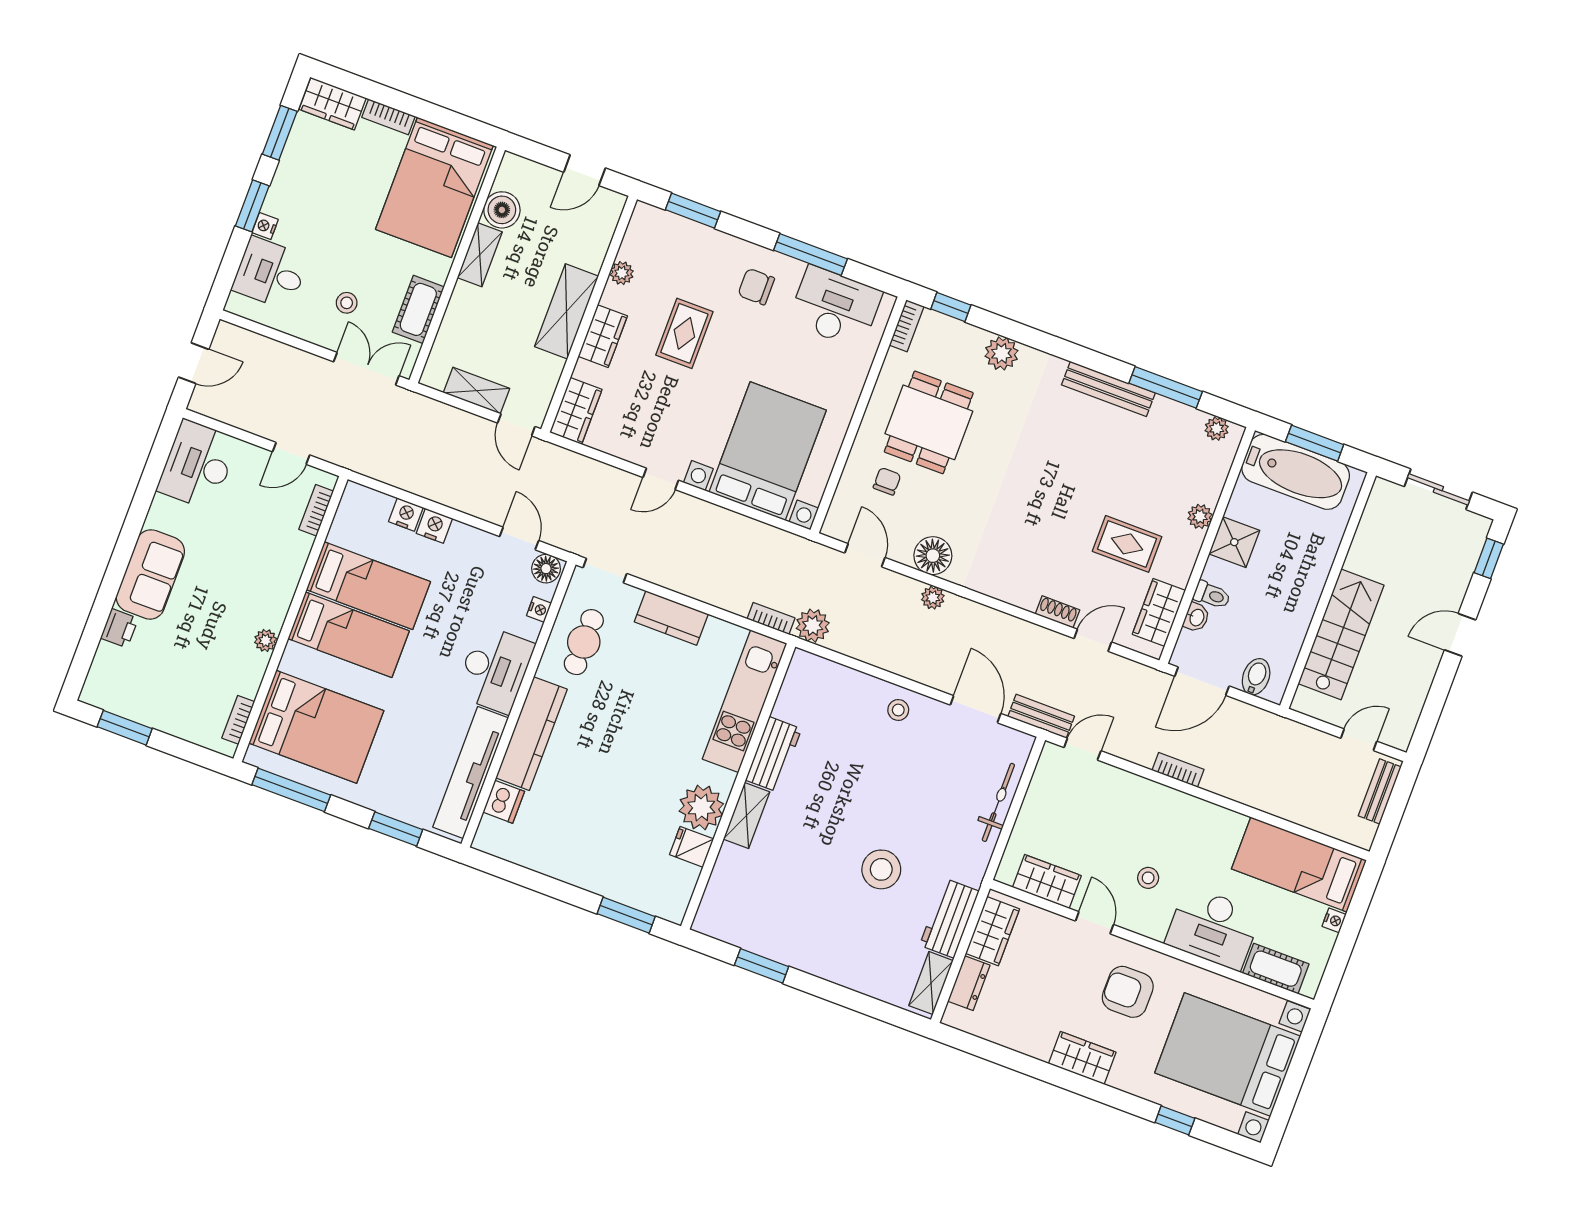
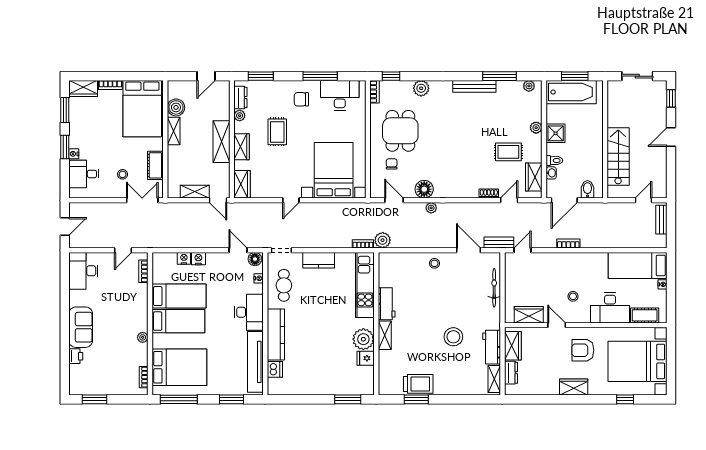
dresser: (637, 238) -> (240, 98), added
trolley: (777, 937) -> (418, 384), added

